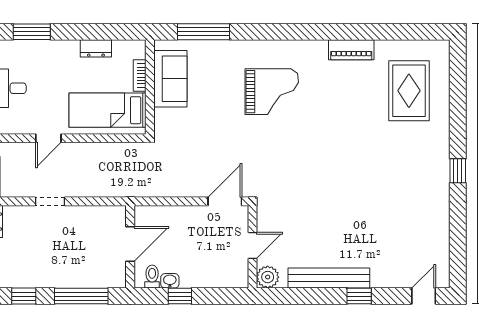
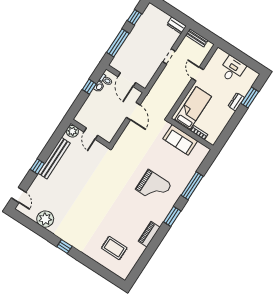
window: (203, 32) -> (192, 186), moved
window: (299, 32) -> (172, 216), added
dresser: (96, 48) -> (236, 102), moved
sofa: (170, 79) -> (180, 140), moved
rug: (409, 91) -> (114, 248), width x0.73, depth x0.70
grand piano: (272, 92) -> (154, 187), turned -90
door: (225, 201) -> (133, 111), moved
plant: (434, 229) -> (45, 219), added

